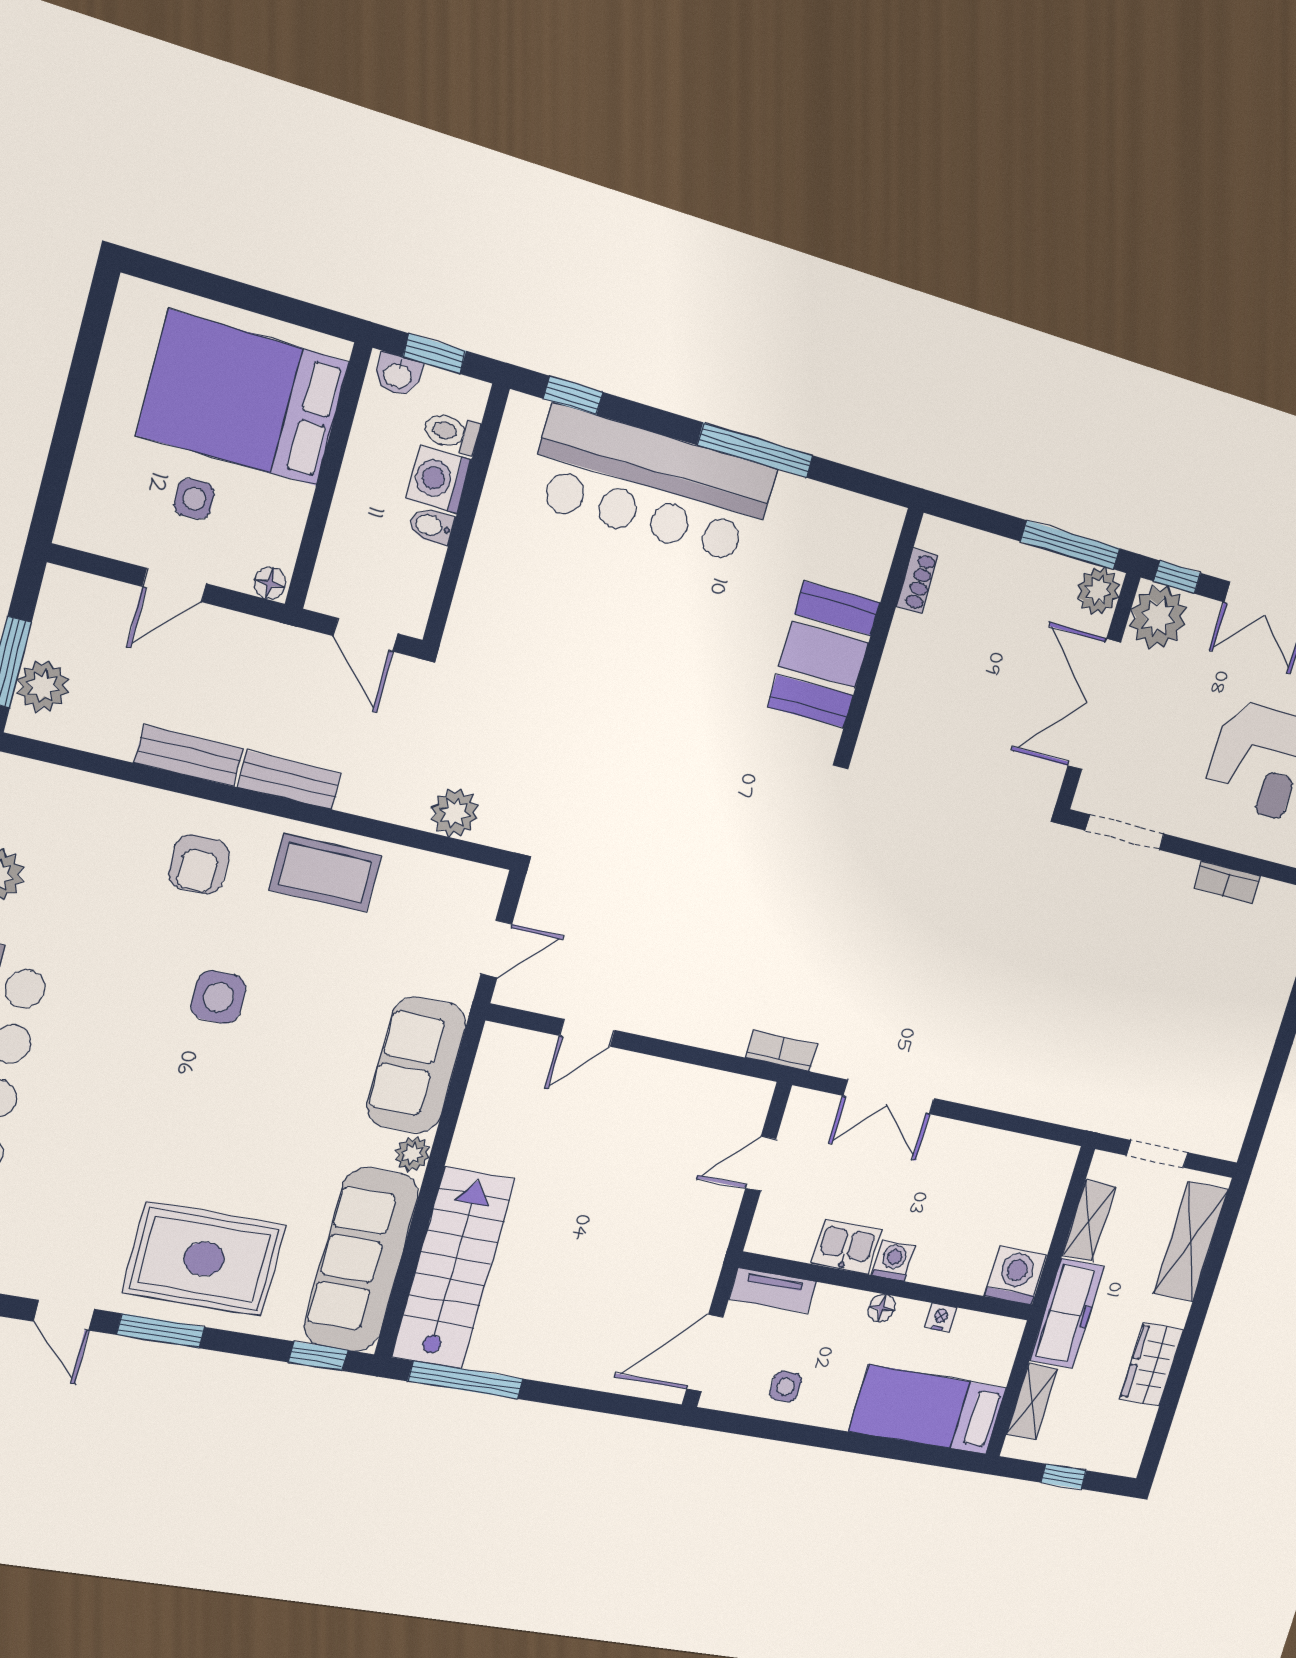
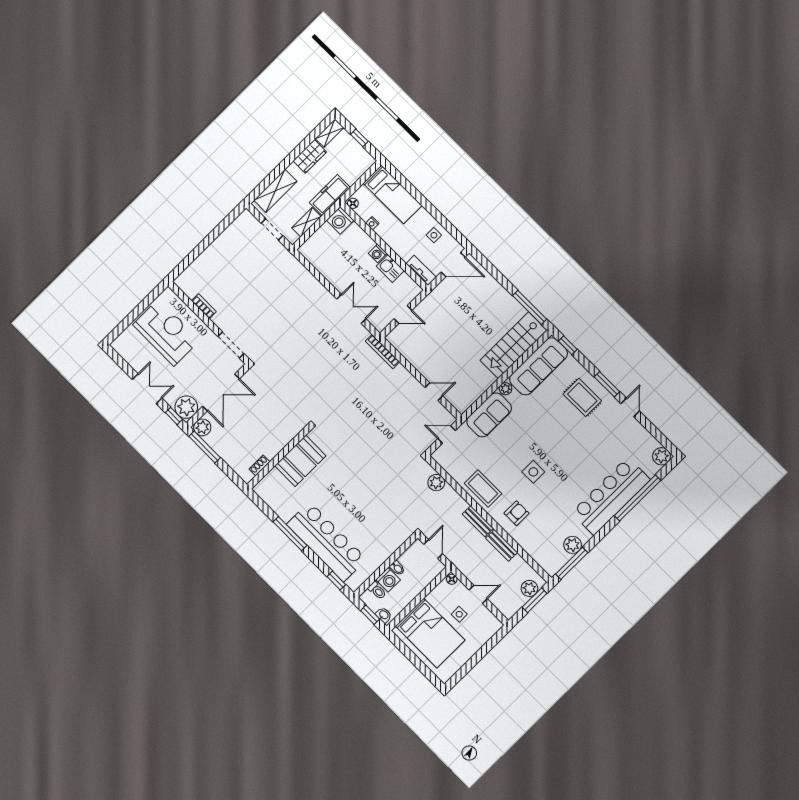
bookcase: (781, 1051) -> (383, 351), width x1.56
rug: (204, 1259) -> (582, 397), width x0.73, depth x0.70
floor lamp: (882, 1308) -> (353, 203), moved
shelving: (1032, 1402) -> (330, 133), moved

